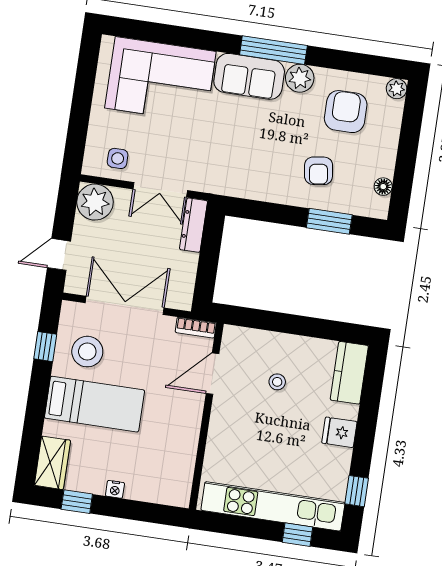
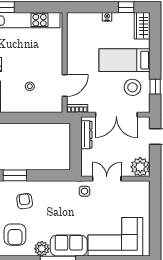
side table: (118, 158) -> (85, 191), moved
dresser: (194, 225) -> (86, 135), moved

